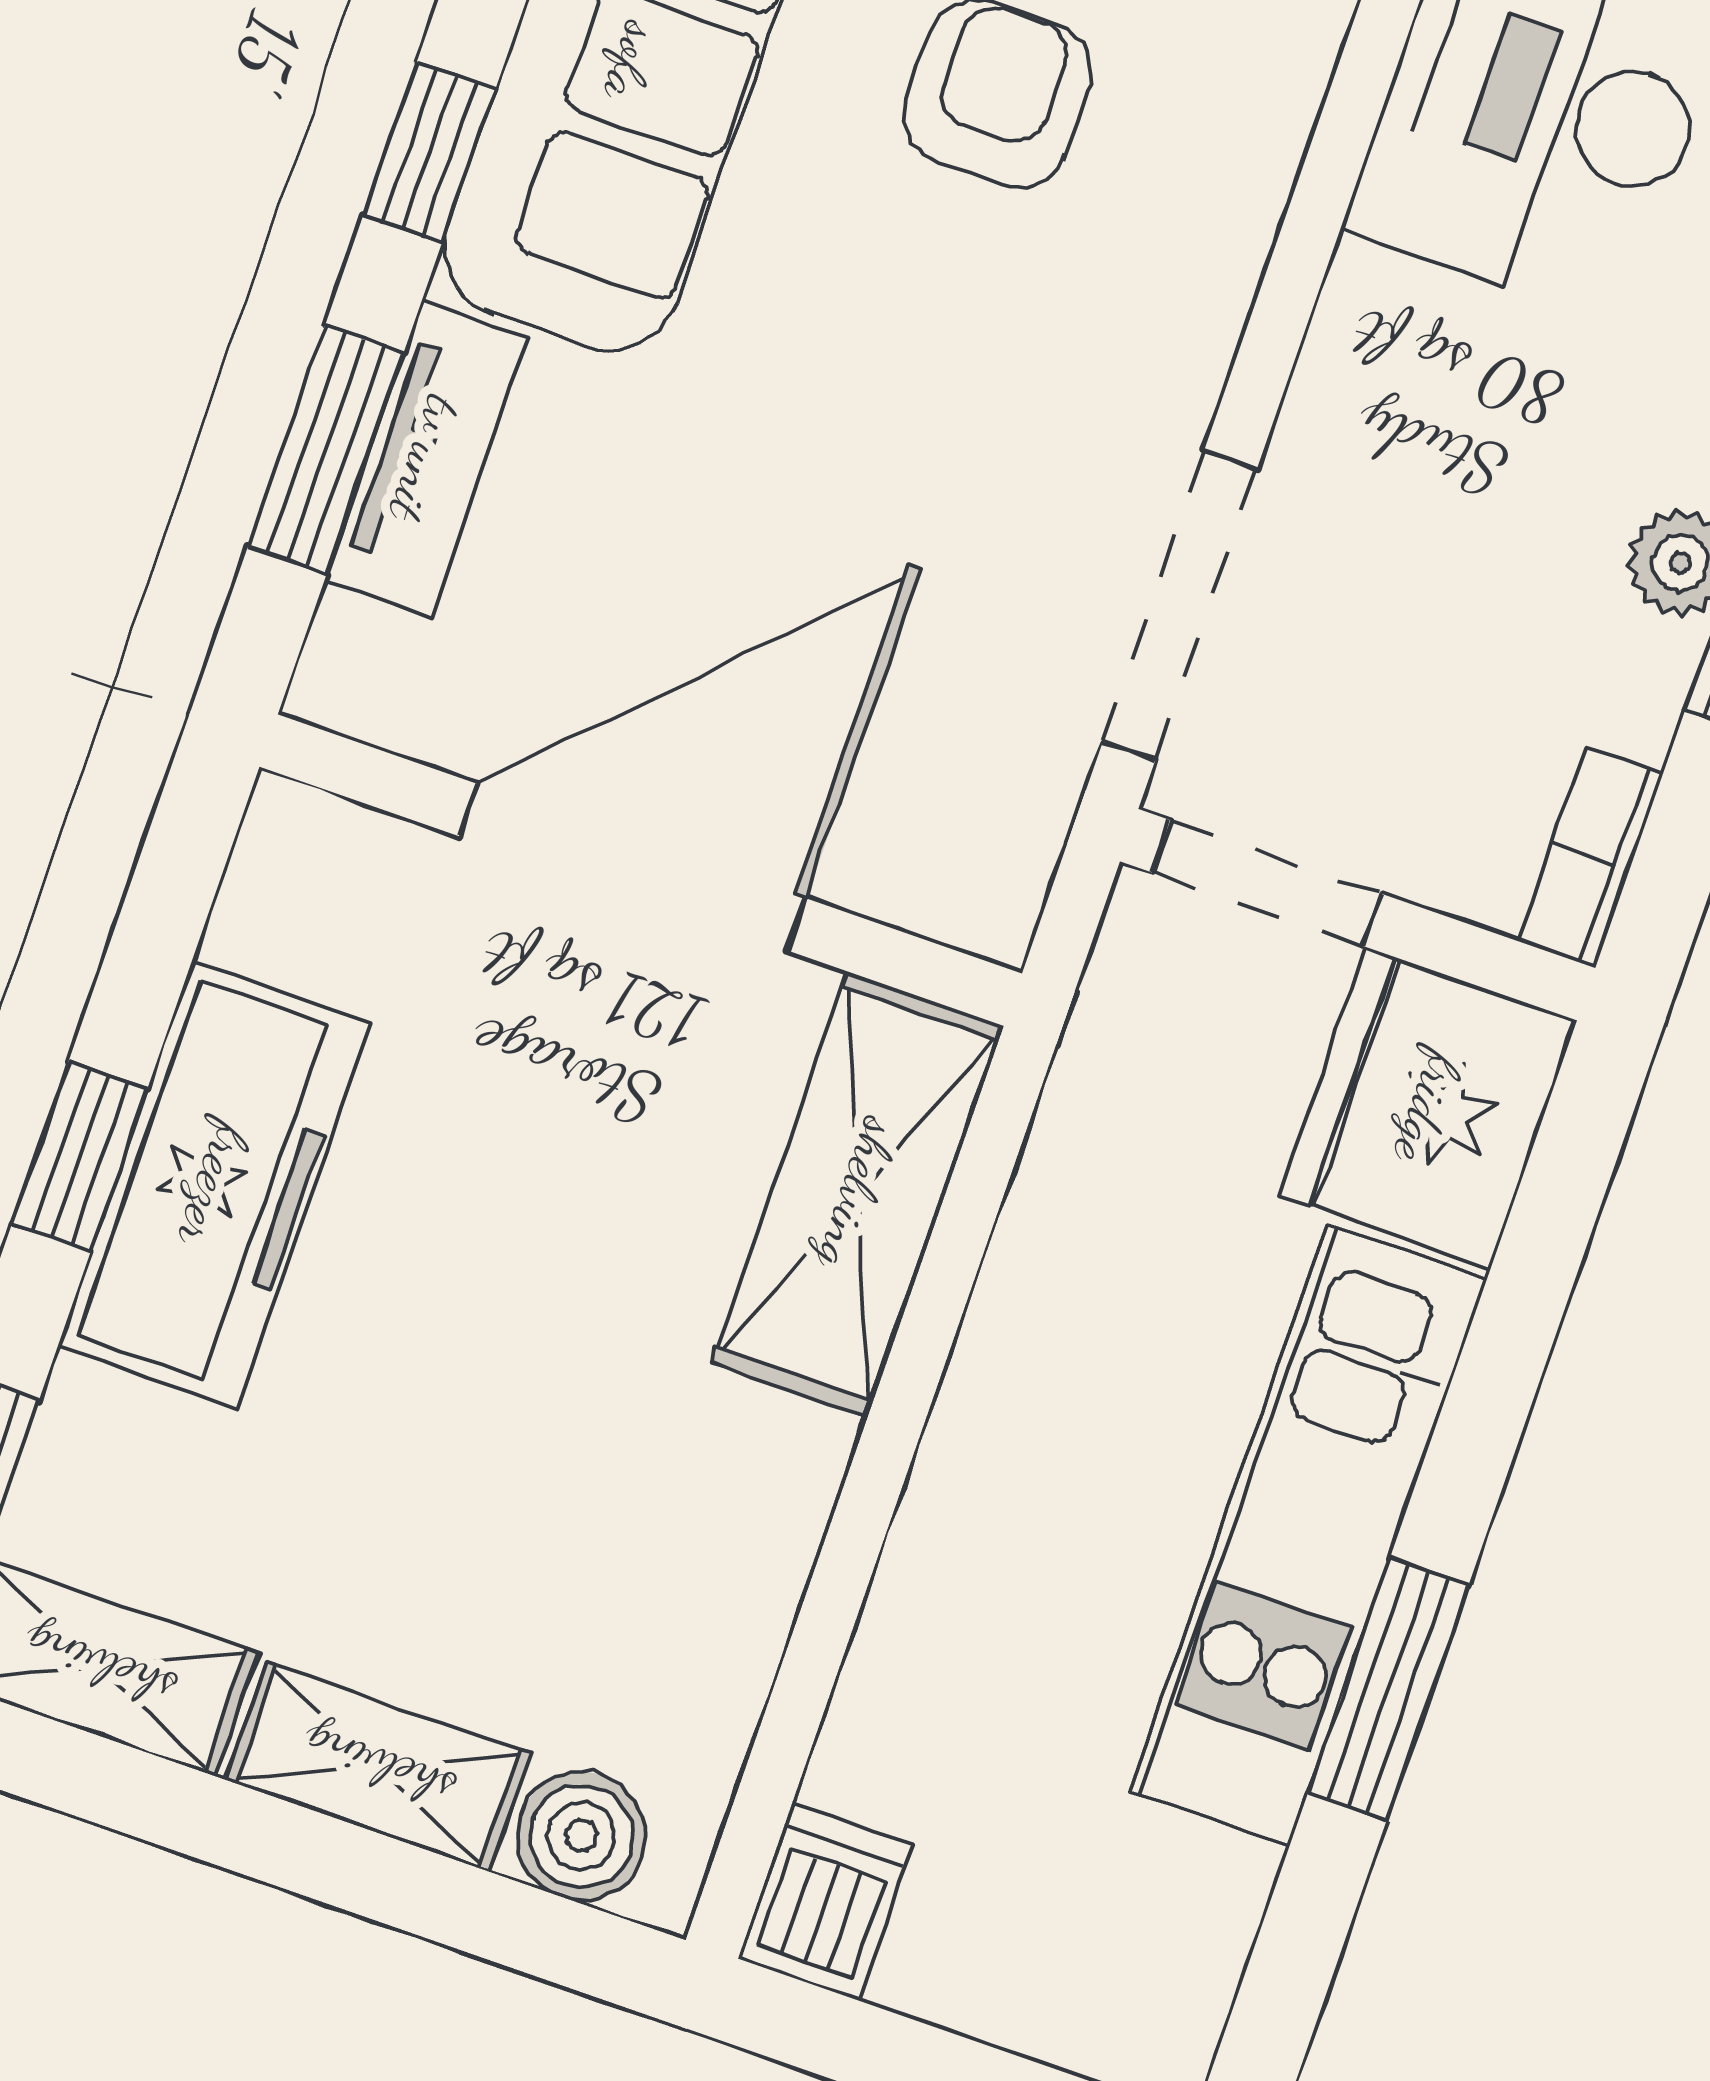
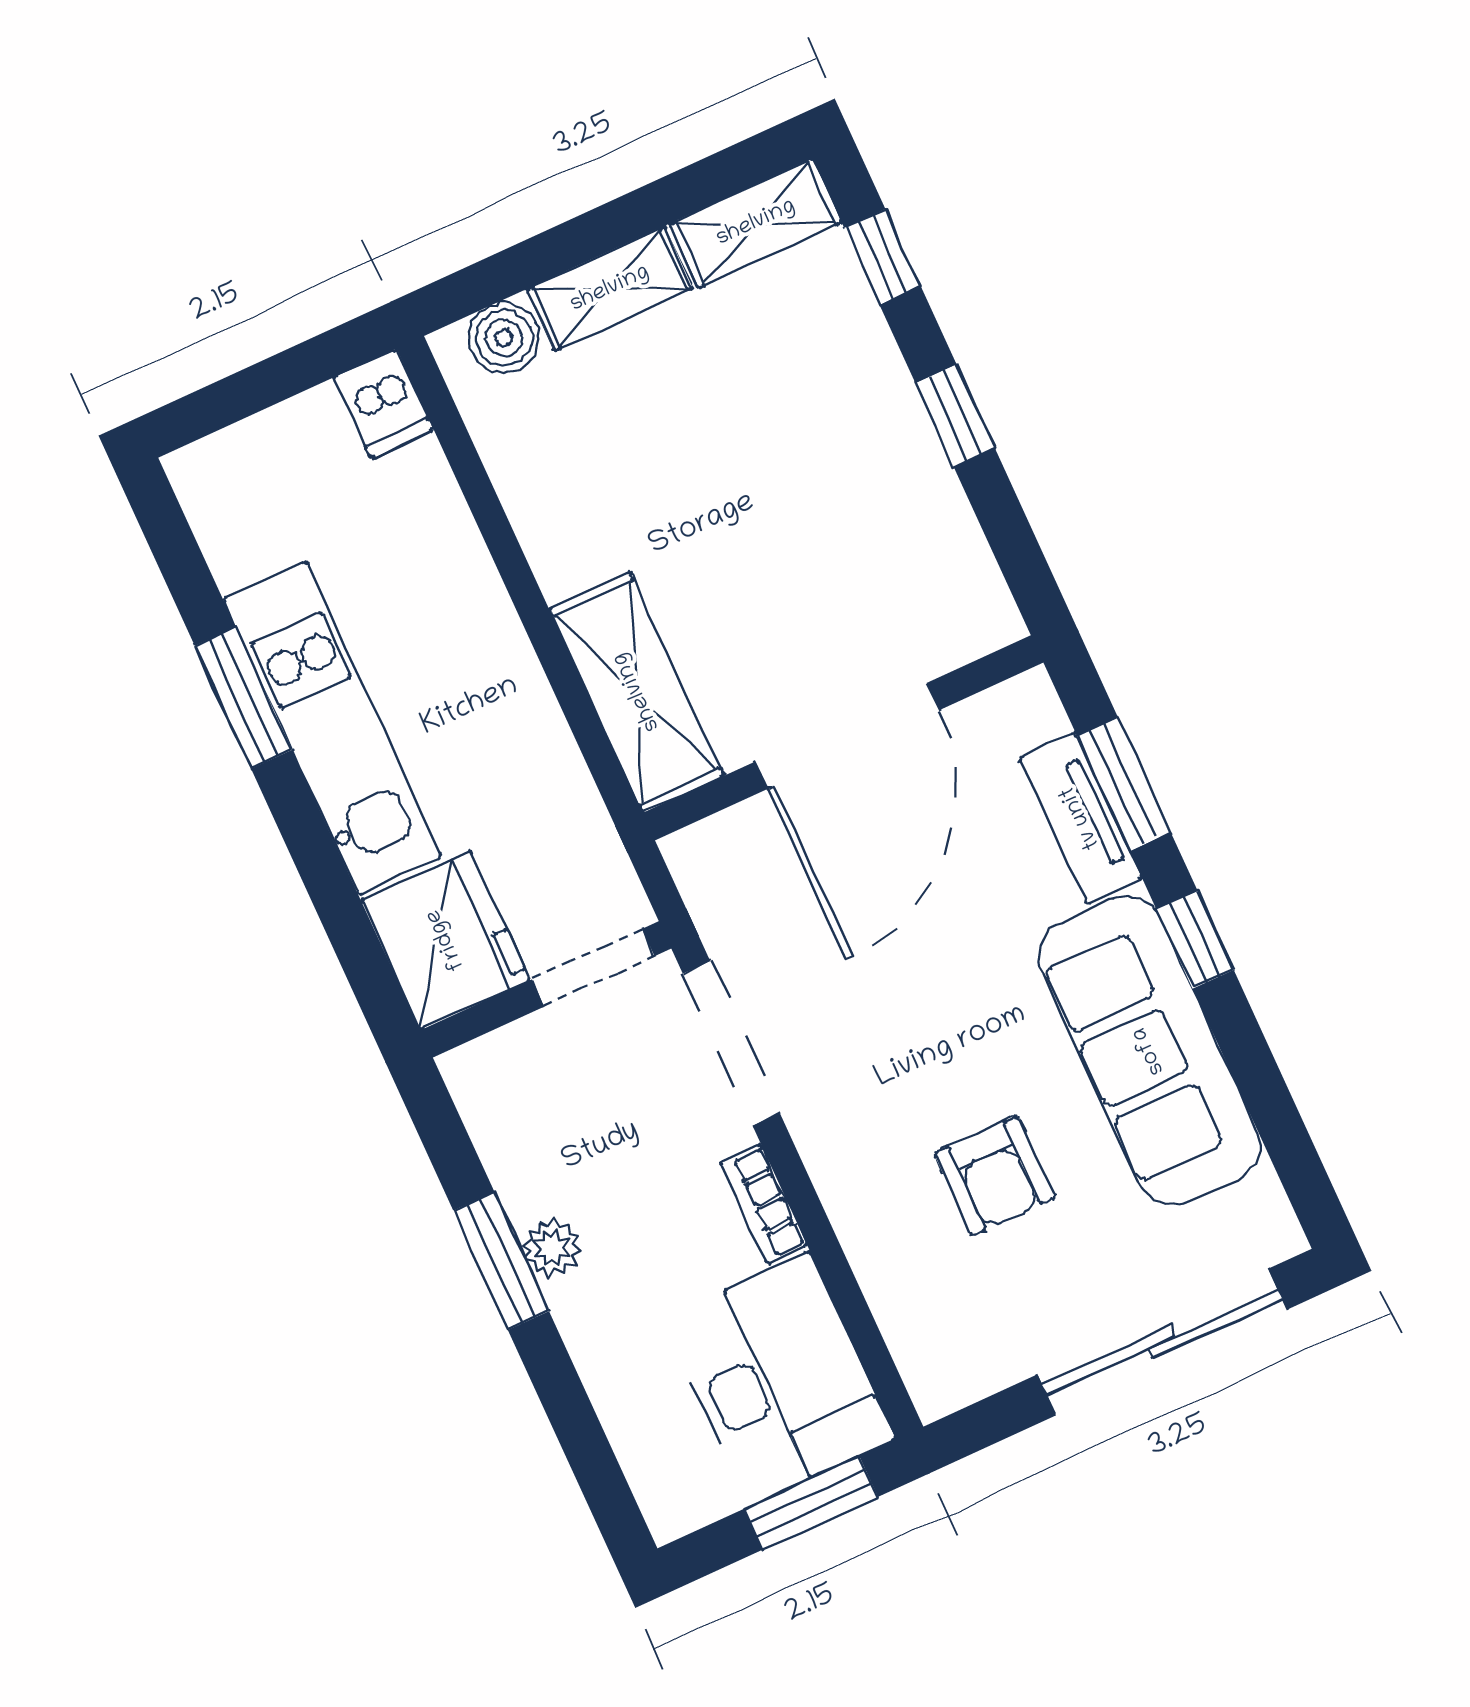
bookcase: (1590, 857) -> (764, 1204), moved, turned 180
freezer: (214, 1185) -> (892, 455), removed

